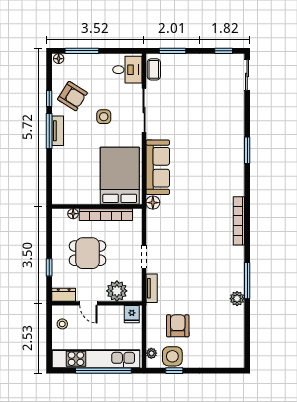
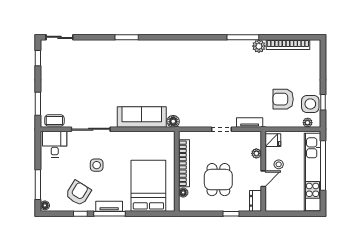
bed: (120, 176) -> (148, 186), moved, turned 90
bookcase: (239, 221) -> (288, 45), moved
plant: (117, 291) -> (256, 153), width x0.53, depth x0.53
stool: (62, 324) -> (279, 164), moved

